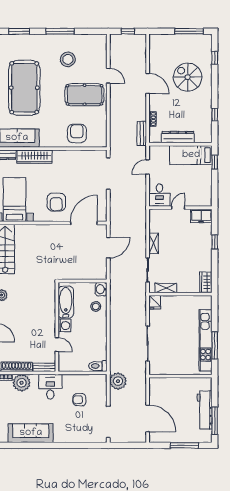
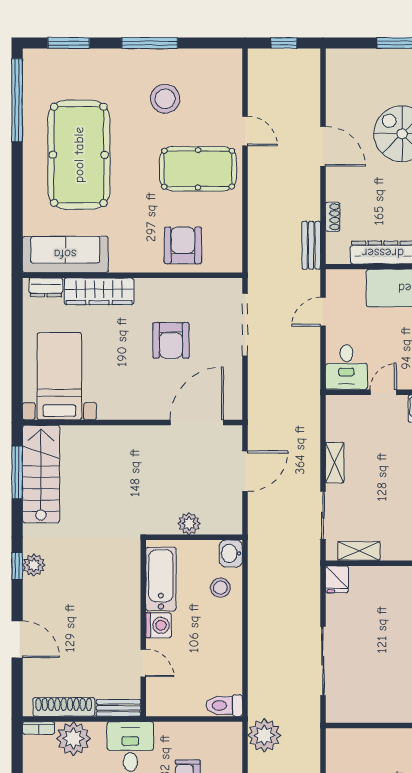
armchair: (56, 202) -> (171, 340), moved
plant: (80, 274) -> (189, 523), added

